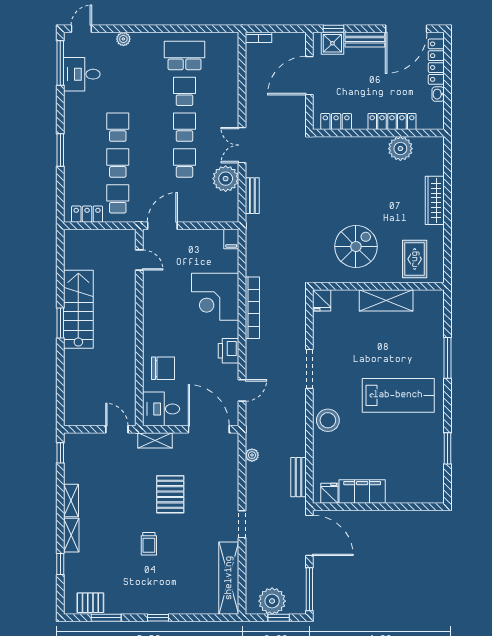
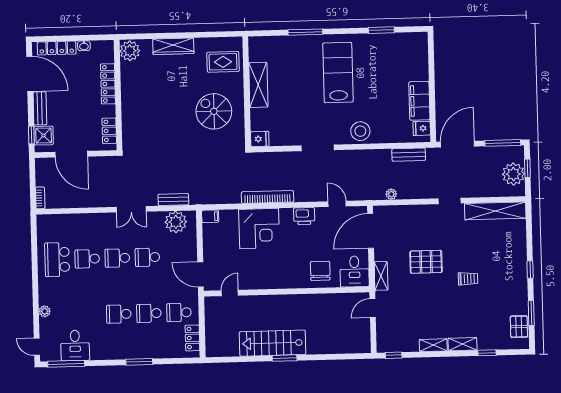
plant: (400, 149) -> (130, 51), moved
plant: (226, 179) -> (176, 222), moved

